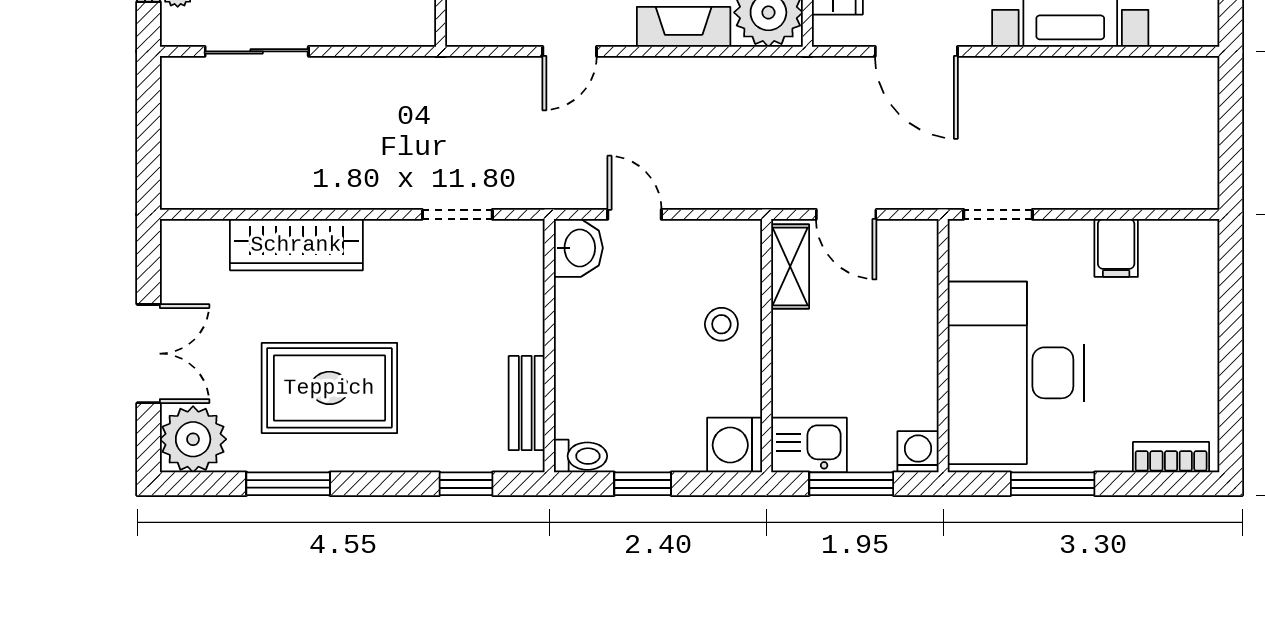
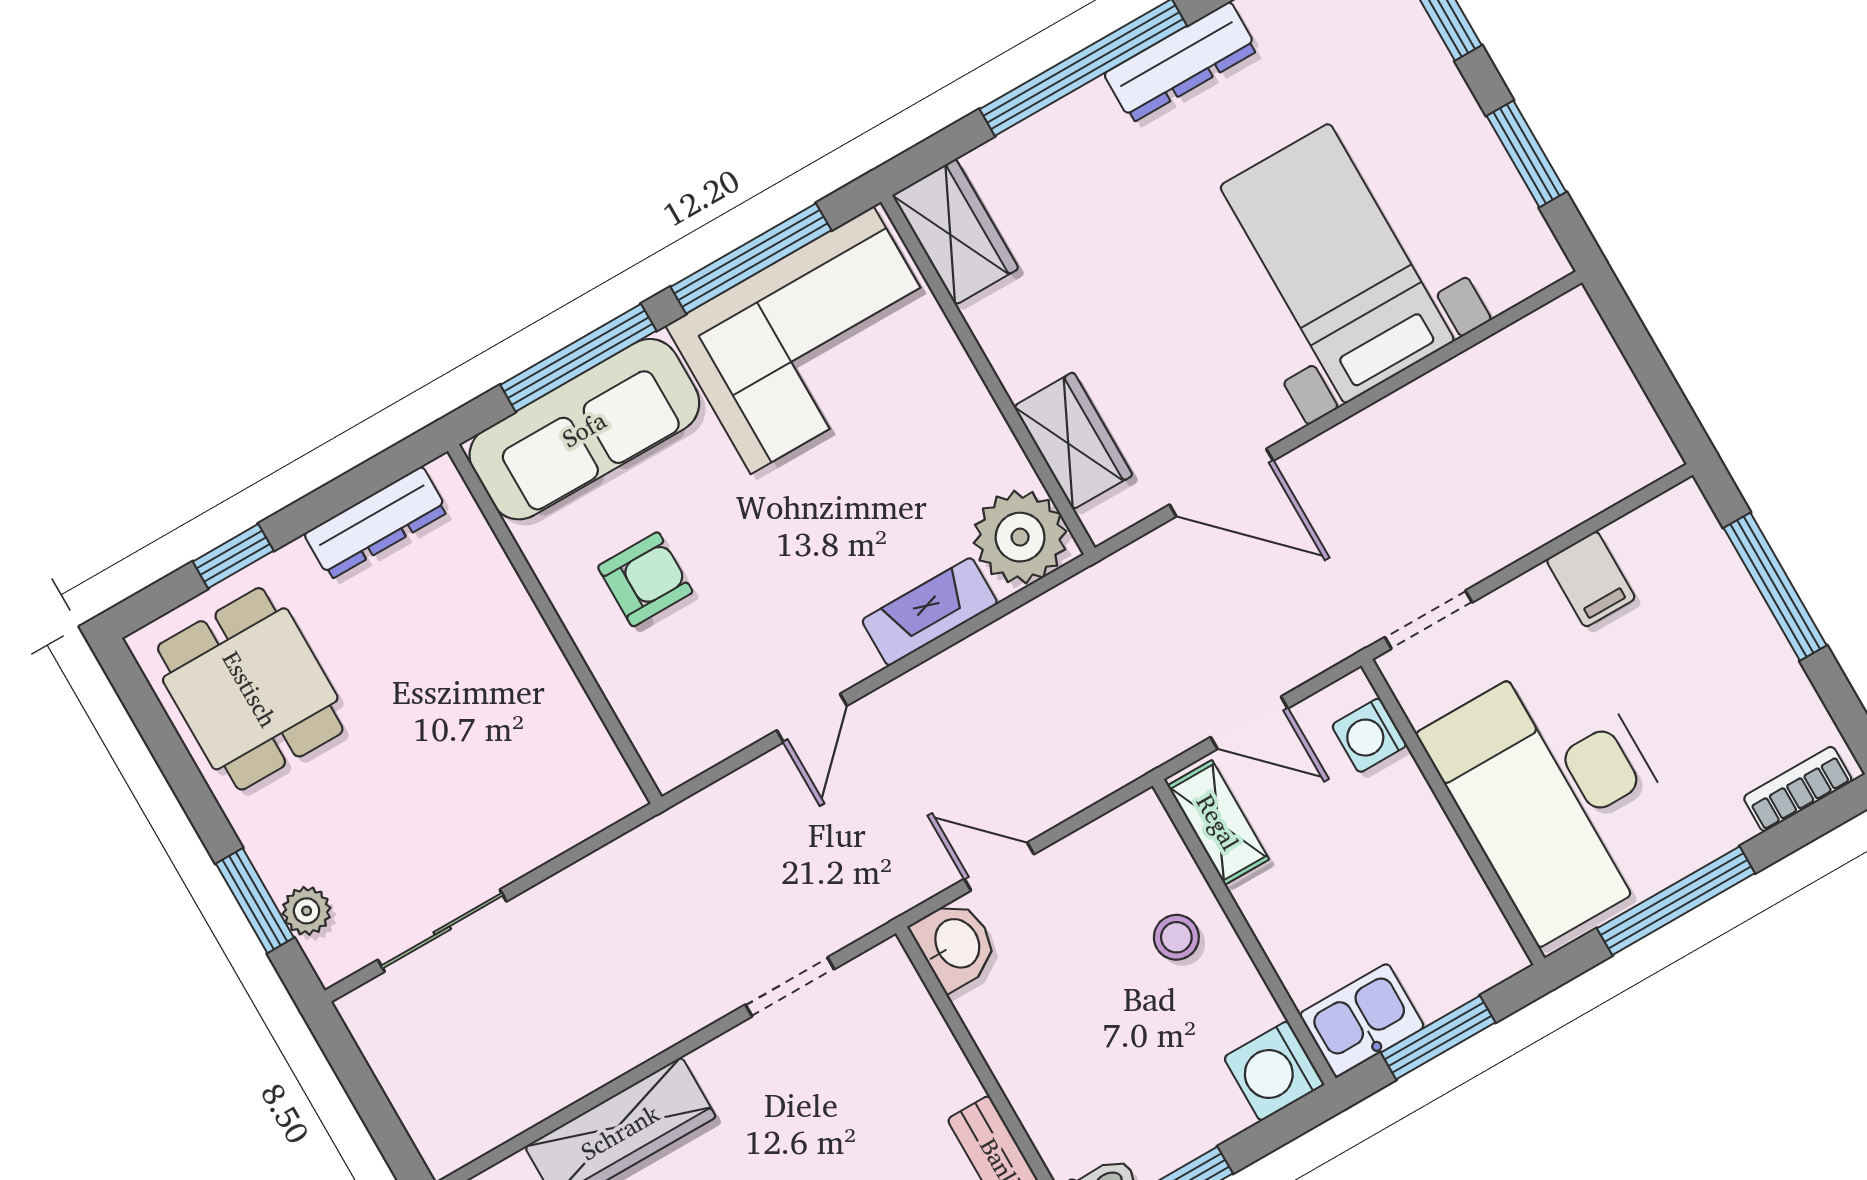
window: (1231, 320) -> (1775, 587), added
washing machine: (918, 452) -> (1369, 735), moved, turned -90
window: (1053, 484) -> (1676, 901), width x1.44

